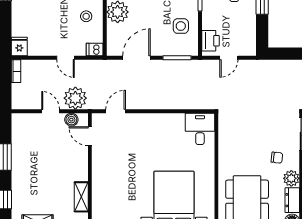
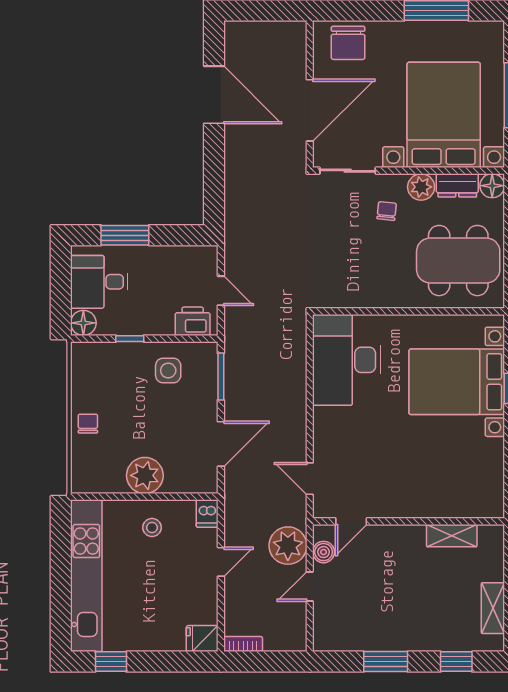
door: (137, 58) -> (221, 444), swing flipped
desk: (200, 129) -> (347, 360), width x1.87, depth x1.30

